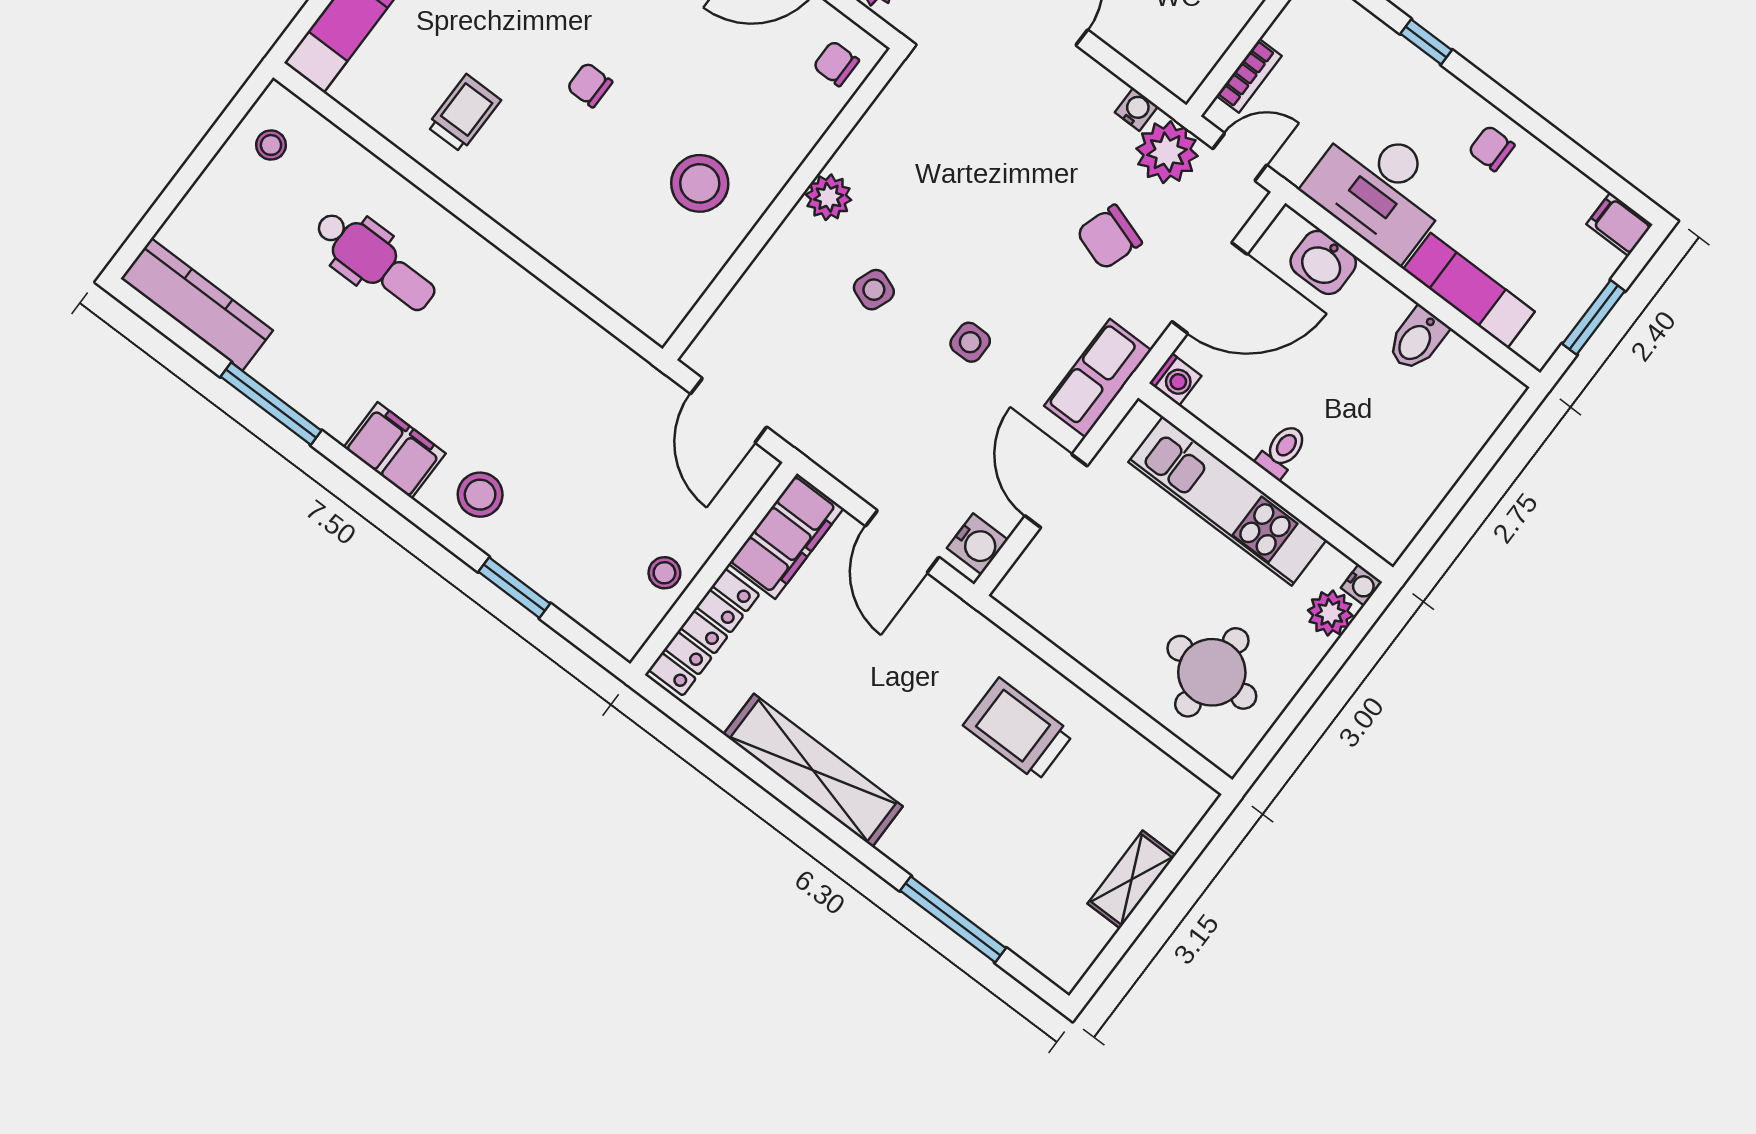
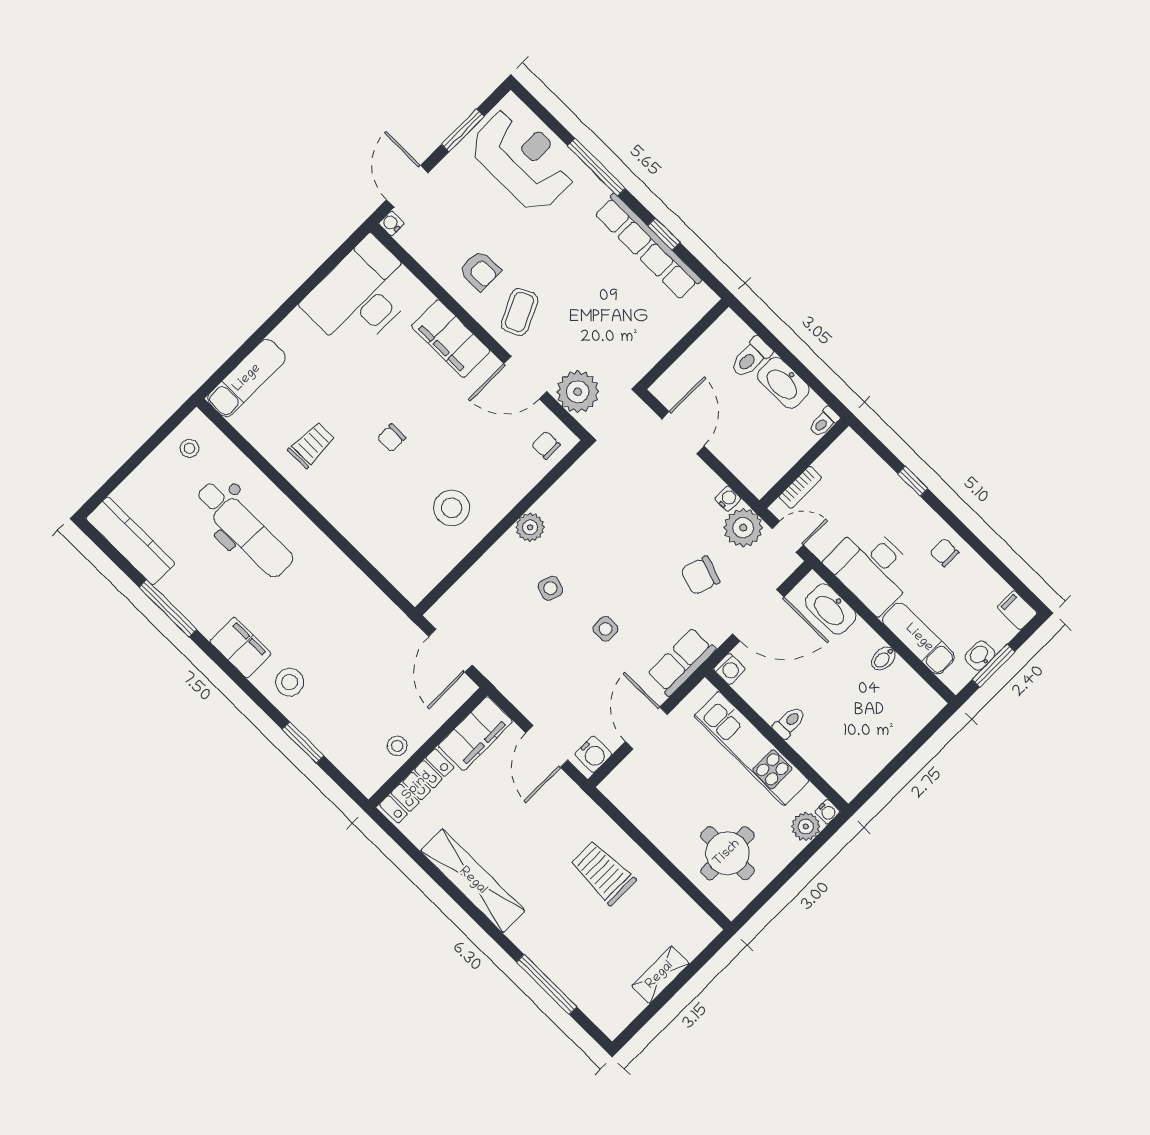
chair: (590, 85) -> (392, 438), turned -90
dental chair: (375, 261) -> (244, 529), width x1.36, depth x1.38
washbasin: (1323, 262) -> (831, 609), width x1.38
washbasin: (1570, 304) -> (980, 656), added
bidet: (1417, 339) -> (883, 658), width x0.72, depth x0.74

